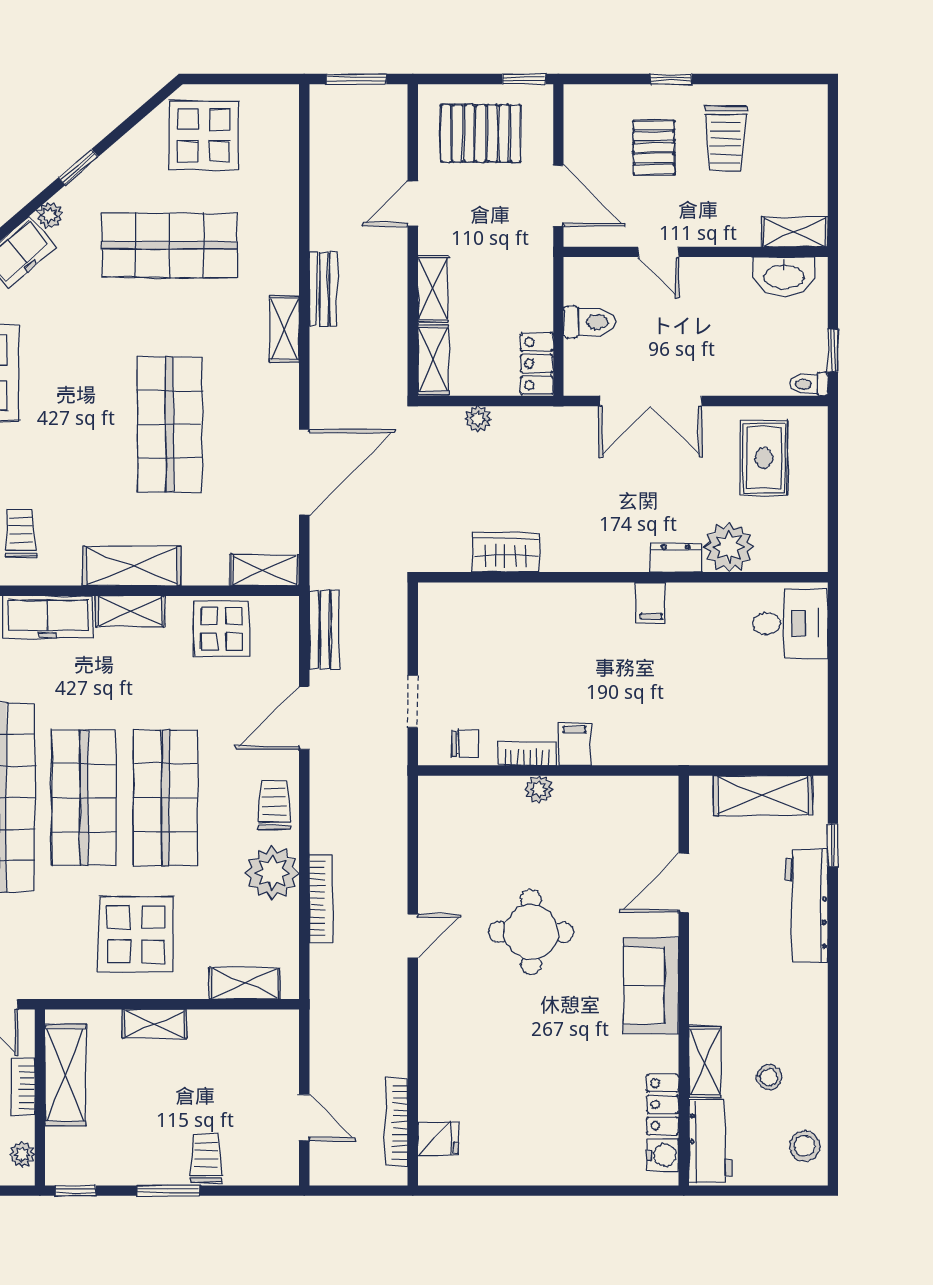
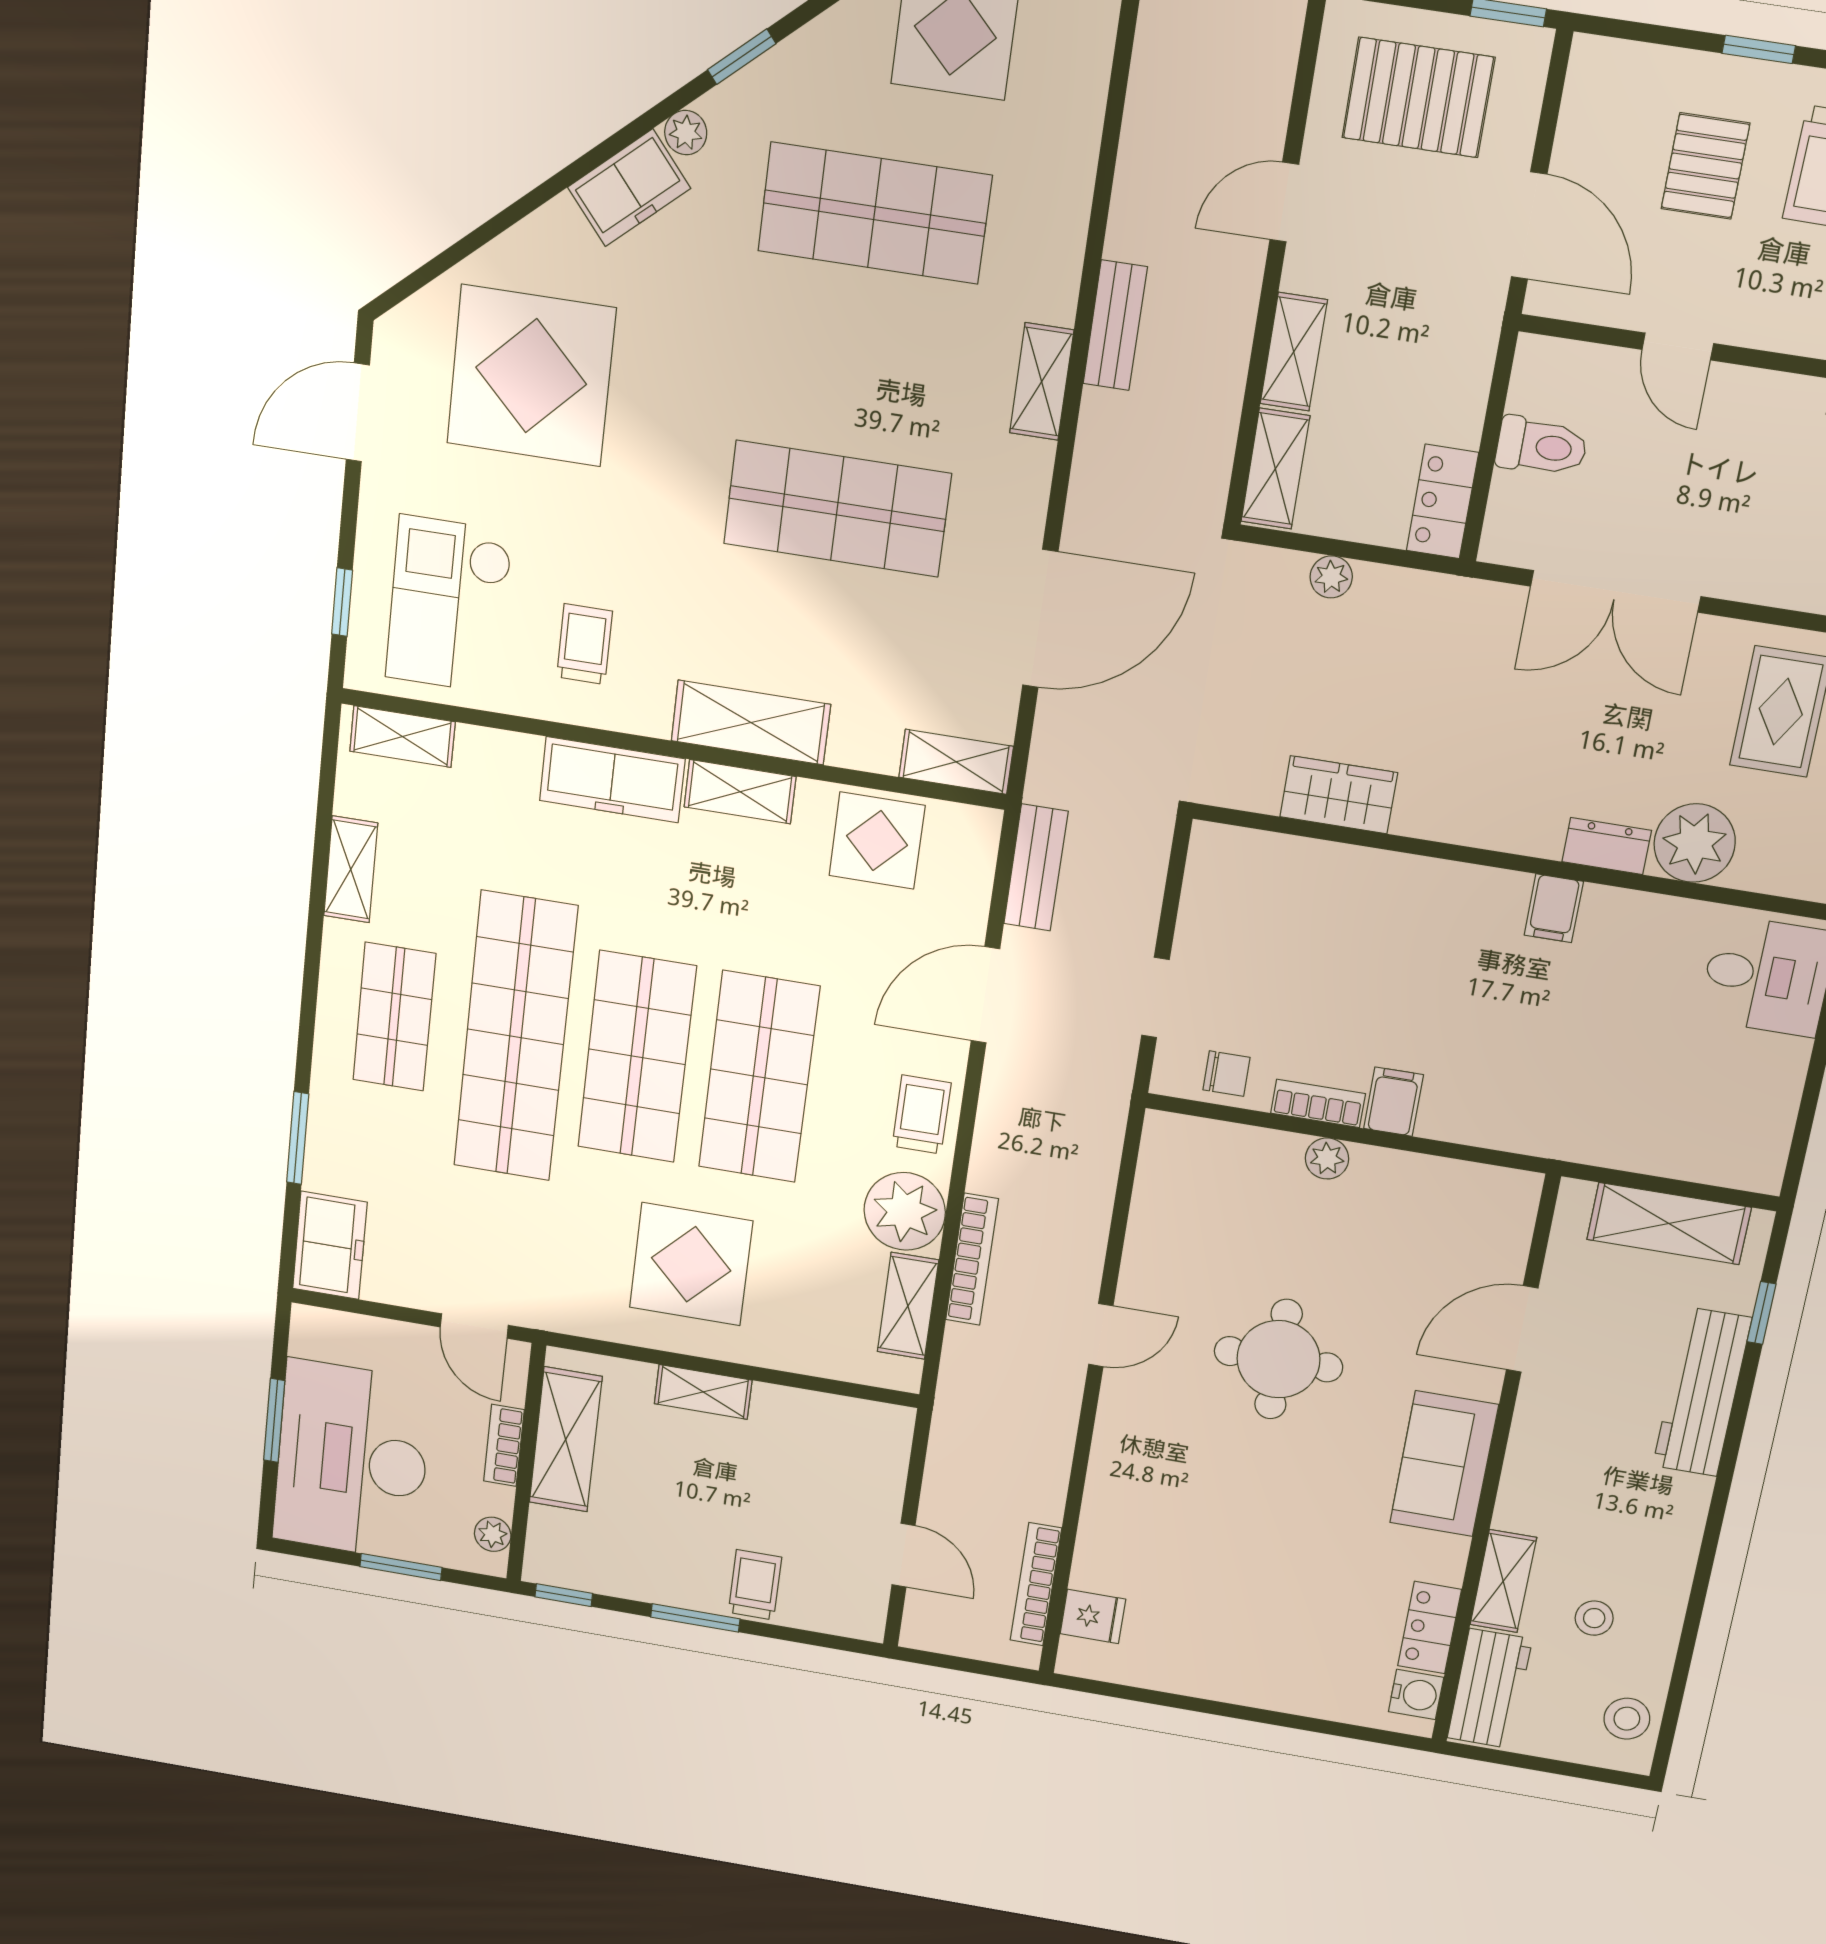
shop shelf: (169, 424) -> (837, 509), turned 90
shelving: (245, 983) -> (908, 1306), moved, turned 90

